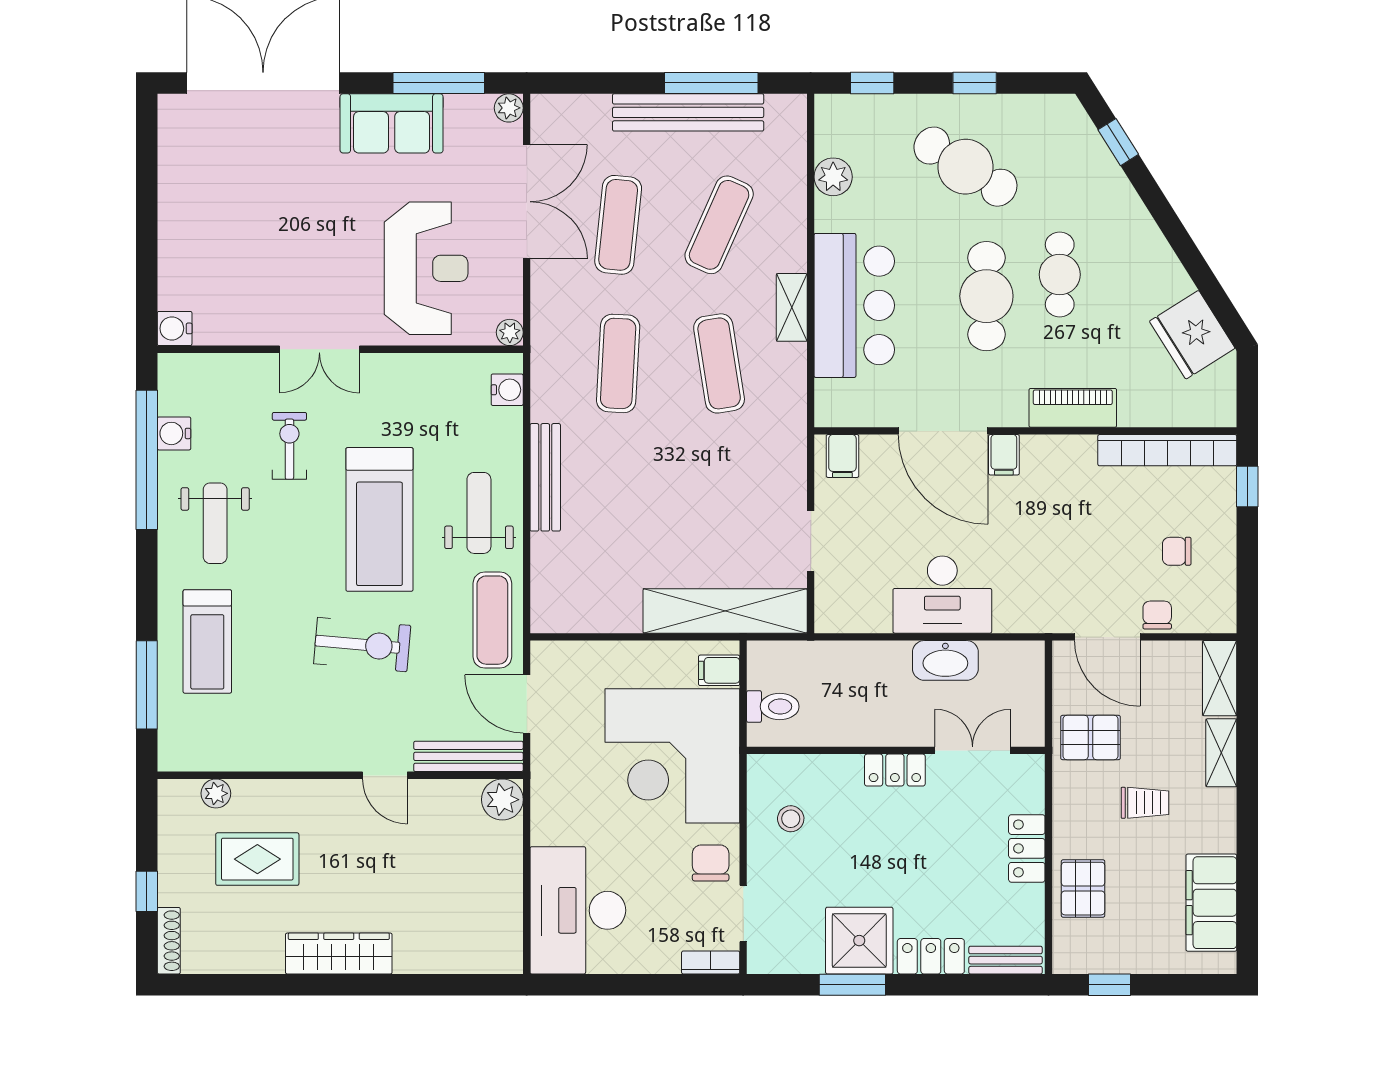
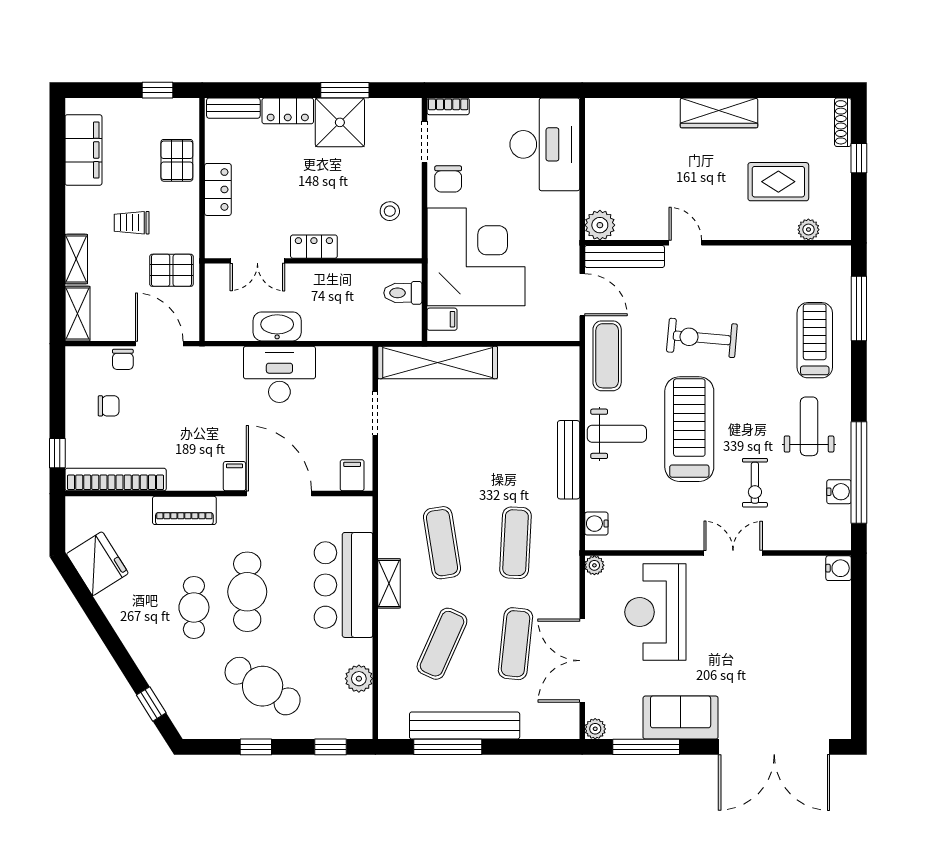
weight bench: (479, 513) -> (617, 434), turned -90

